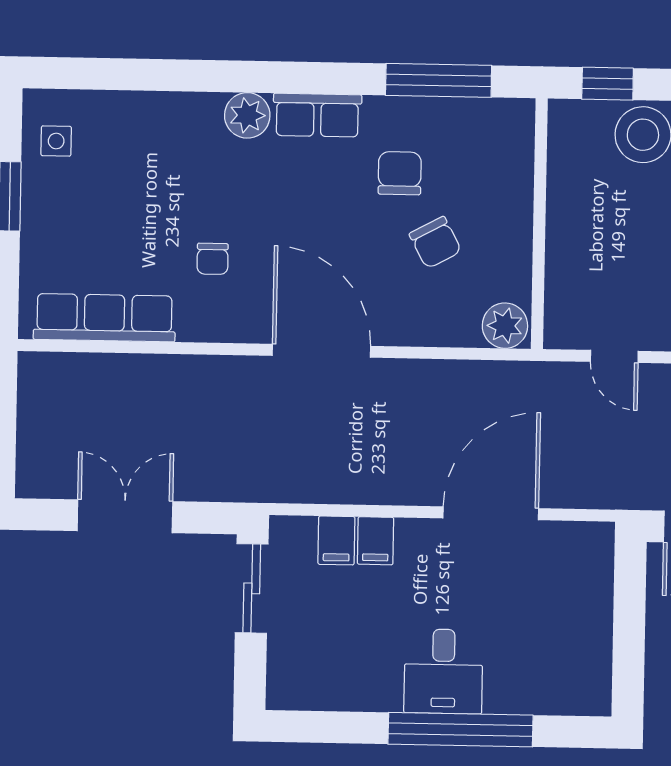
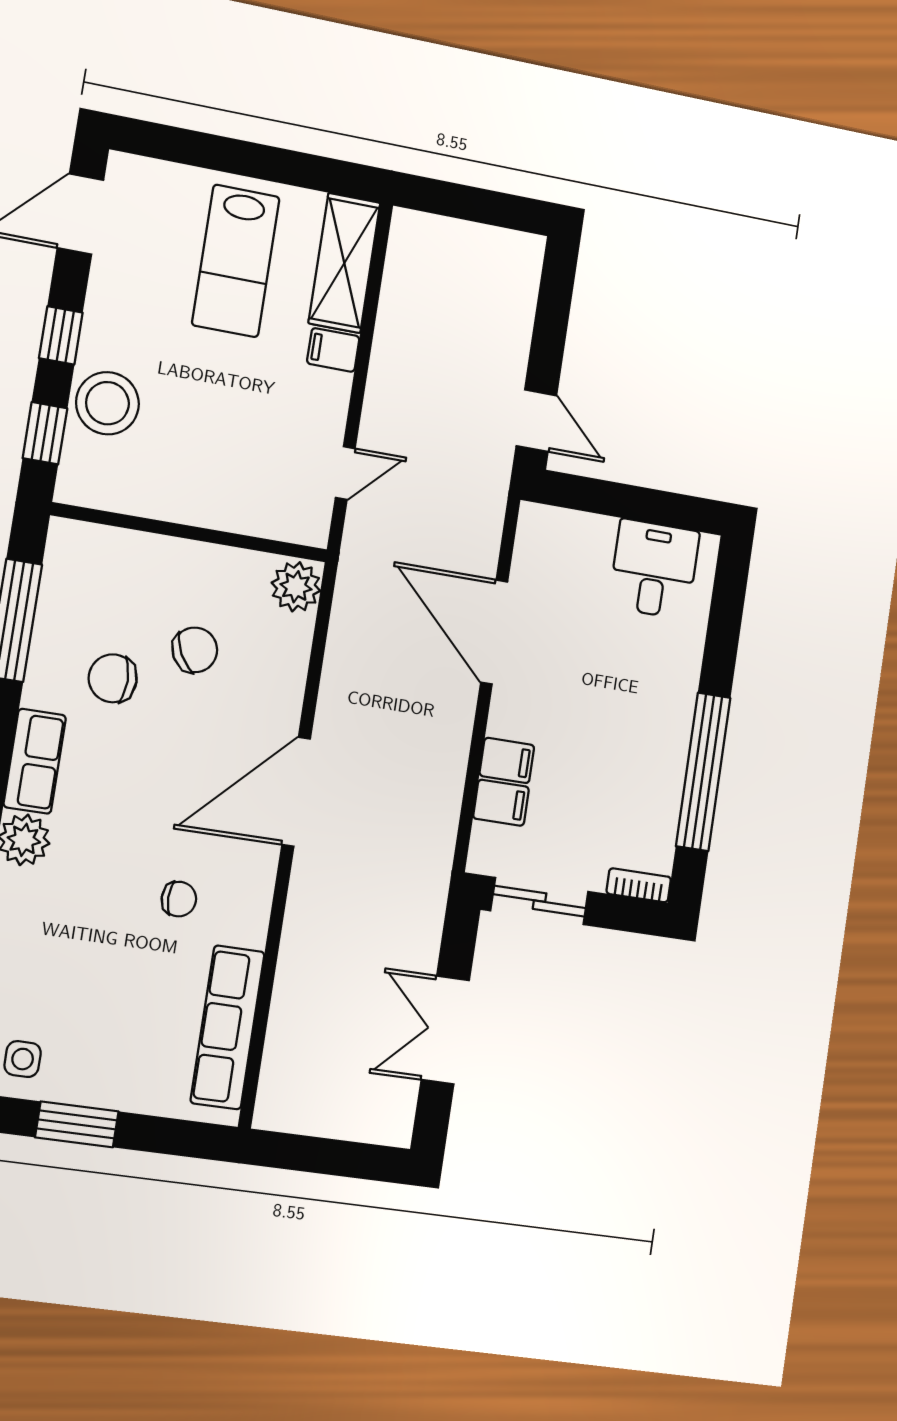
desk: (443, 671) -> (654, 569), moved, turned -90
bookcase: (278, 680) -> (639, 885), added
window: (461, 730) -> (703, 772), moved

